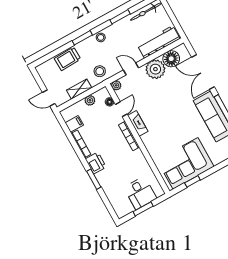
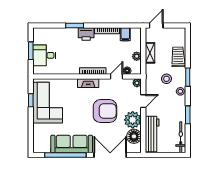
stool: (100, 71) -> (166, 79), moved
armchair: (162, 102) -> (105, 111), added
door: (121, 109) -> (117, 76), swing flipped
fireplace: (138, 123) -> (88, 83), moved

